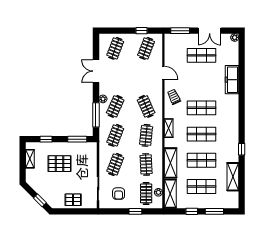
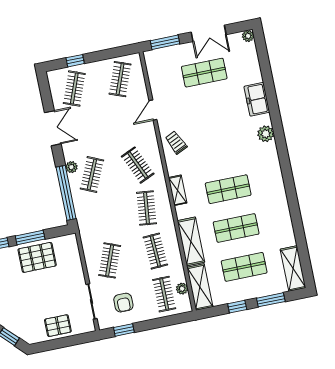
window: (141, 31) -> (75, 61), moved
double door: (96, 71) -> (53, 128), swing flipped
door: (163, 73) -> (153, 110), swing flipped
freezer: (232, 80) -> (257, 99), width x0.71
plant: (233, 103) -> (266, 134), added
shop shelf: (201, 108) -> (220, 150), removed
window: (96, 115) -> (66, 193), width x1.46
clothes rail: (115, 135) -> (101, 217), removed
window: (77, 139) -> (30, 238), moved
window: (242, 149) -> (292, 200), removed
pallet: (60, 164) -> (37, 257), moved
shelving: (233, 177) -> (293, 269), moved
window: (135, 211) -> (124, 330), moved

